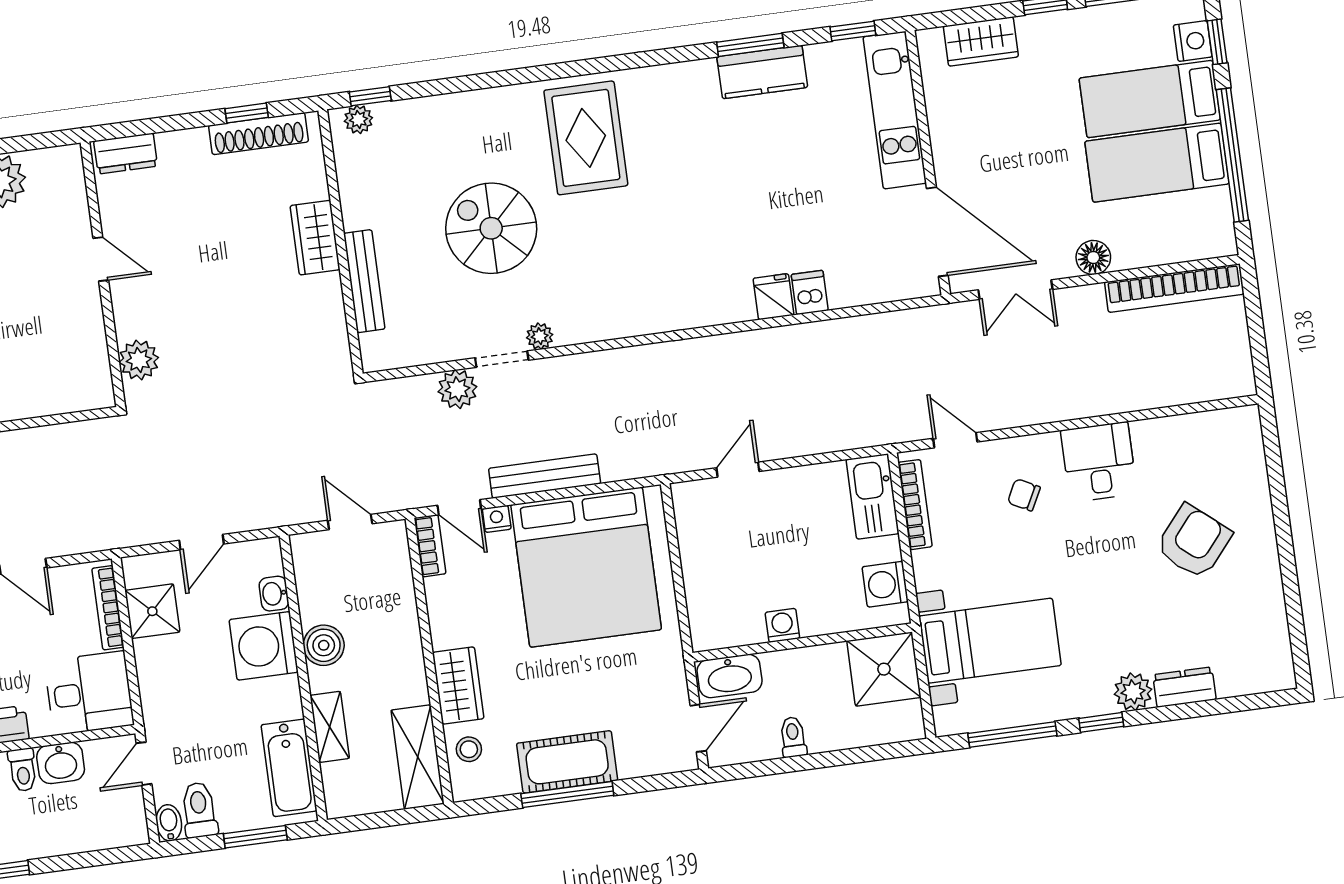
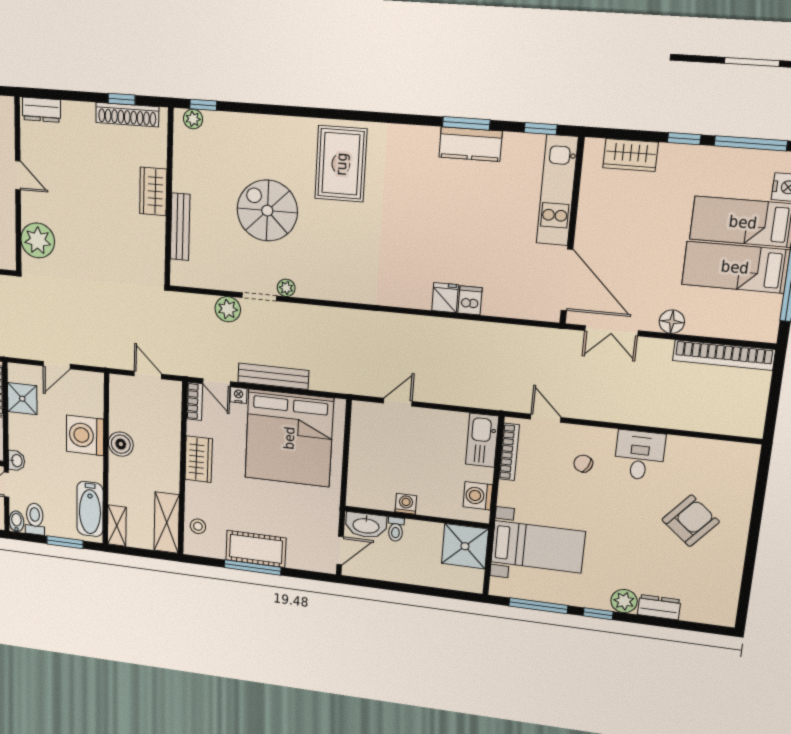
plant: (139, 360) -> (38, 240), width x1.36, depth x1.36
washbasin: (274, 594) -> (16, 461), moved, turned 180
wardrobe: (458, 686) -> (199, 459), moved
shelving: (330, 727) -> (117, 526), moved
toilet: (793, 737) -> (396, 529), moved, turned 180

